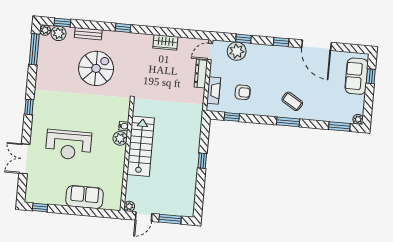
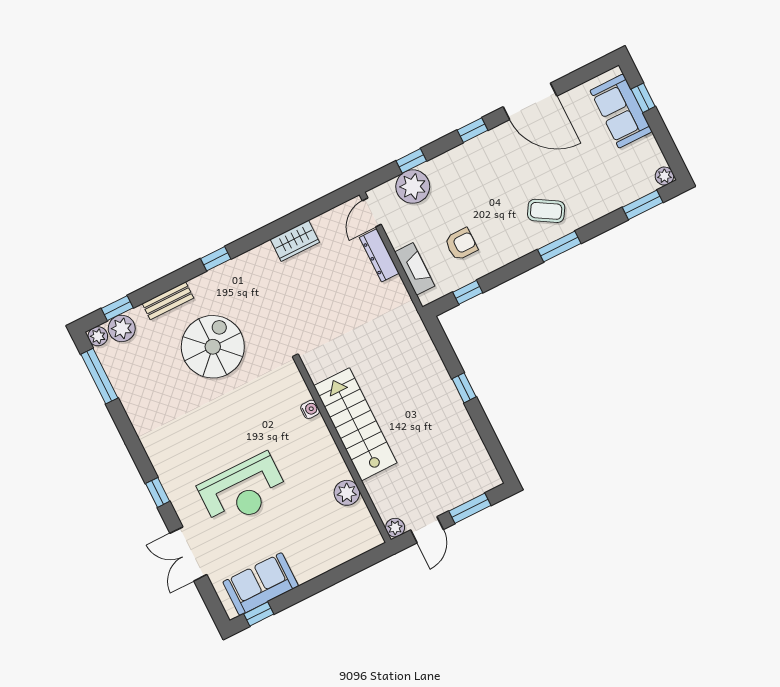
window: (29, 107) -> (158, 492), moved
plant: (120, 138) -> (347, 493), moved
sofa: (85, 197) -> (261, 584), moved

